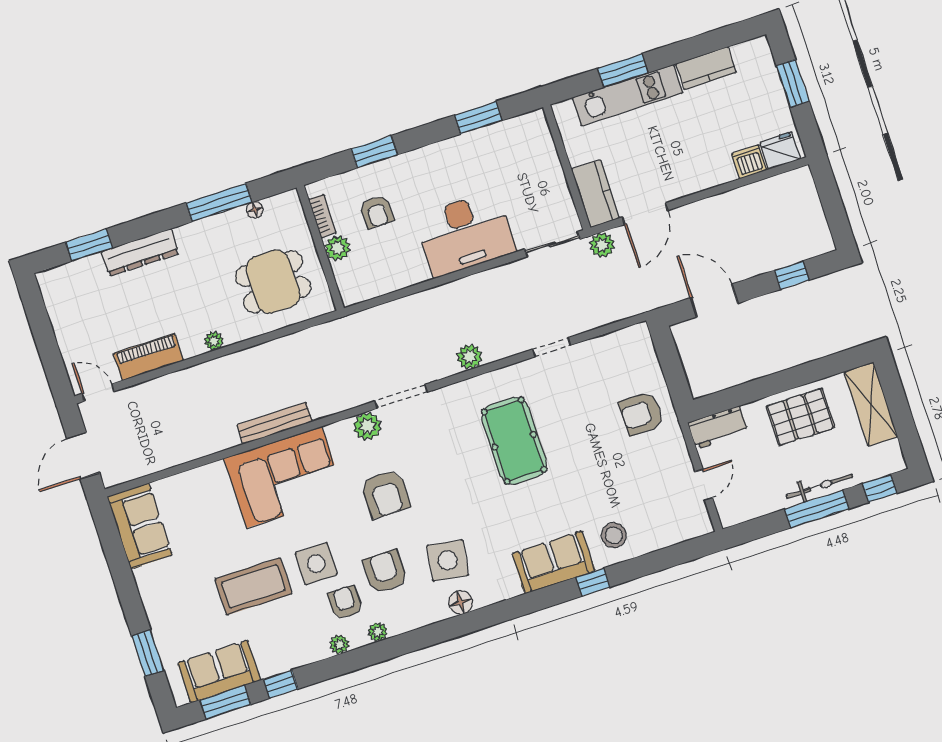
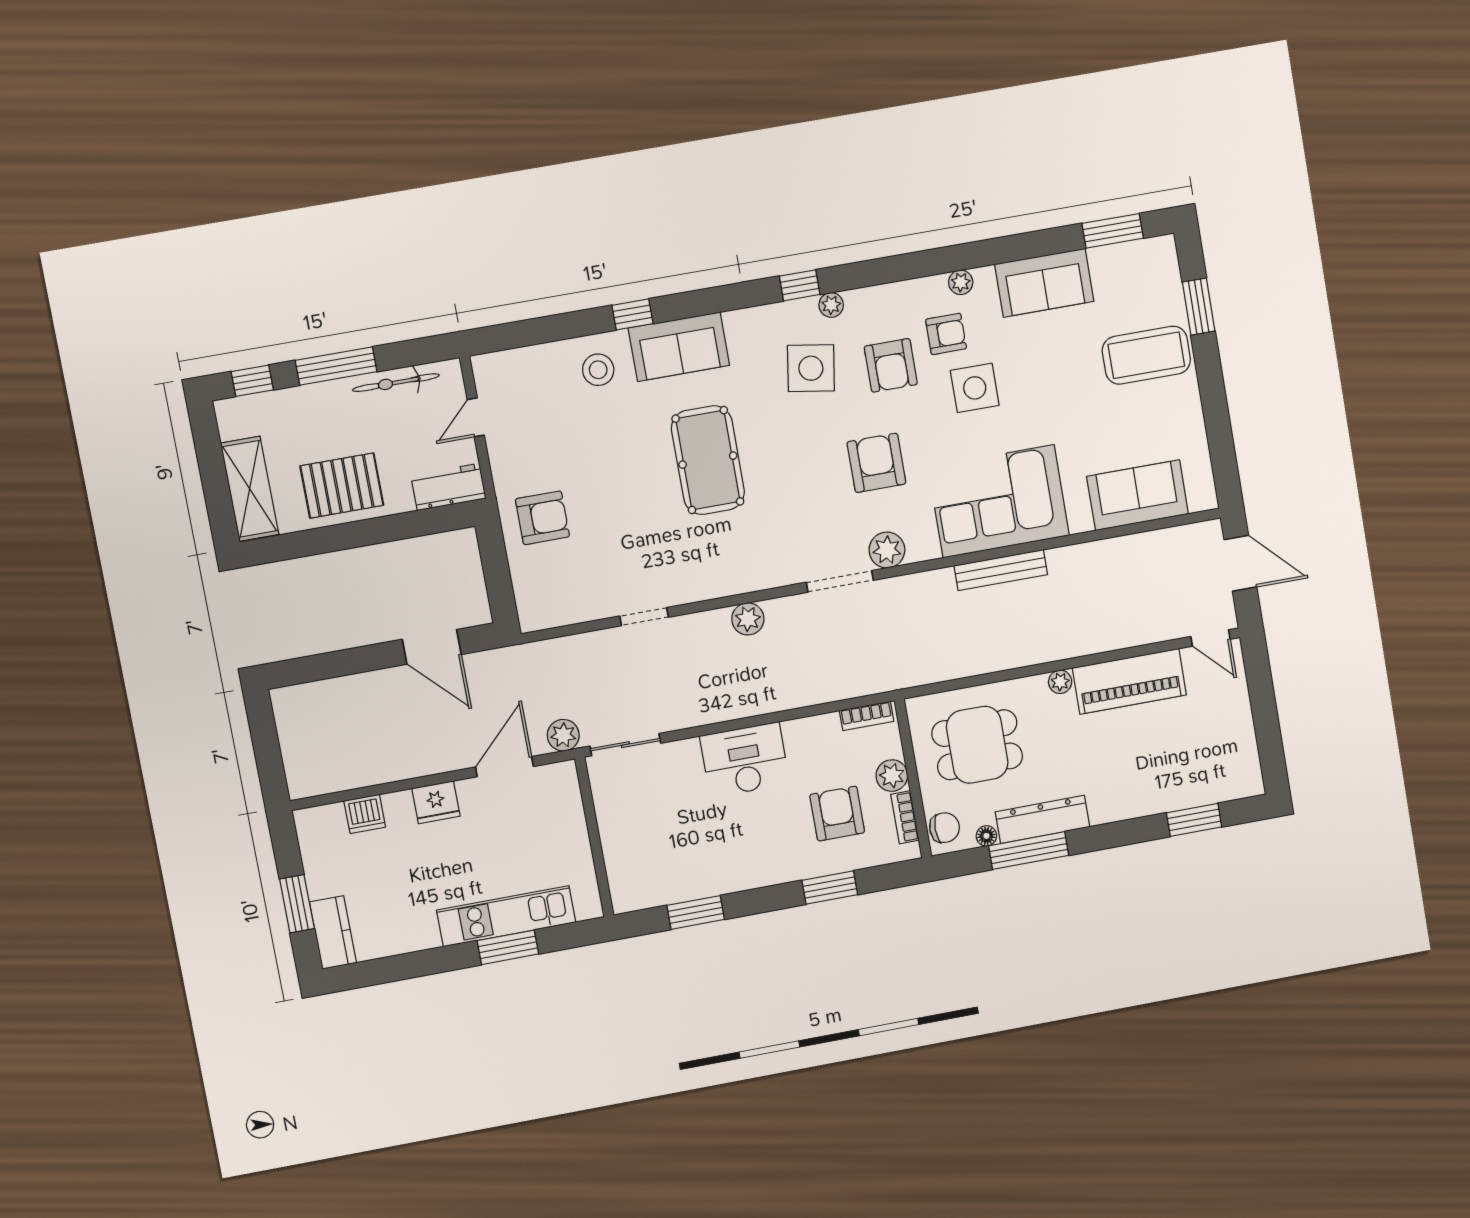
kitchen counter: (706, 68) -> (333, 933), moved, turned 90
fridge: (780, 151) -> (436, 802), moved
kitchen counter: (595, 194) -> (563, 800), removed
chair: (289, 212) -> (944, 828), added
armchair: (377, 212) -> (837, 814), width x1.38, depth x1.38
desk: (465, 234) -> (745, 760), width x0.73, depth x0.77
dresser: (140, 252) -> (1042, 819), moved
window: (792, 275) -> (329, 665), removed
bookcase: (365, 293) -> (867, 716), added
piano: (149, 357) -> (1129, 681), width x1.37, depth x1.33
pool table: (514, 441) -> (708, 460), moved
door: (83, 455) -> (1240, 563), hinge flipped
bicycle: (819, 486) -> (396, 383), moved
sofa: (140, 526) -> (1138, 495), moved, turned 90
coffee table: (253, 586) -> (1146, 355), moved
floor lamp: (461, 602) -> (802, 313), removed
armchair: (345, 603) -> (946, 334), turned -90
plant: (378, 632) -> (831, 305), moved
sofa: (219, 672) -> (1044, 283), moved
window: (281, 684) -> (800, 285), moved

